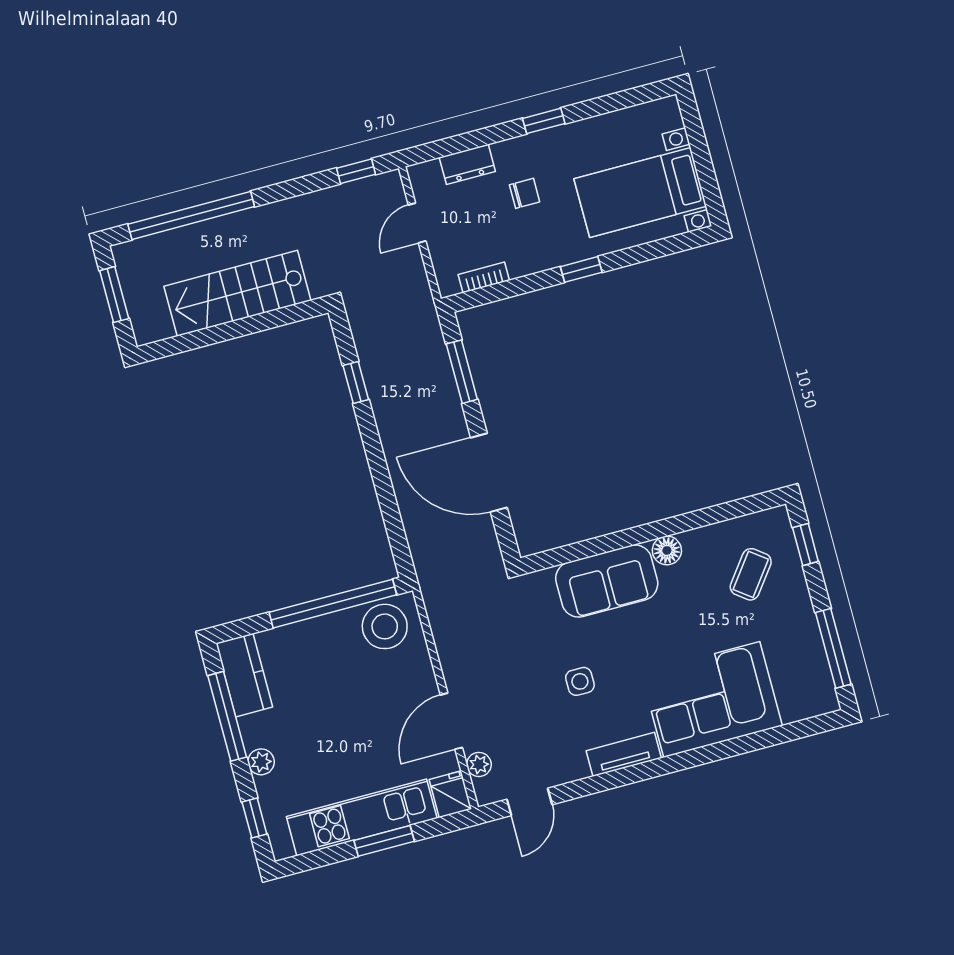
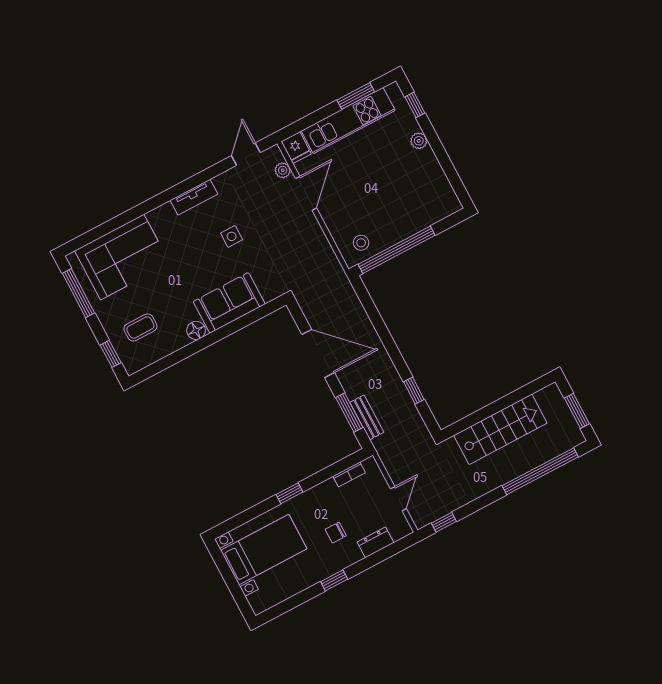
bench: (437, 358) -> (367, 417), added
coffee table: (751, 574) -> (140, 328), turned 53
stool: (385, 626) -> (361, 243), width x0.53, depth x0.53
kitchen counter: (244, 675) -> (442, 192), removed
corner sofa: (712, 699) -> (122, 257), moved
window: (227, 716) -> (446, 164), removed
window: (384, 841) -> (356, 96), moved

